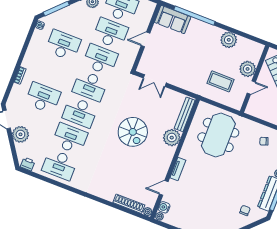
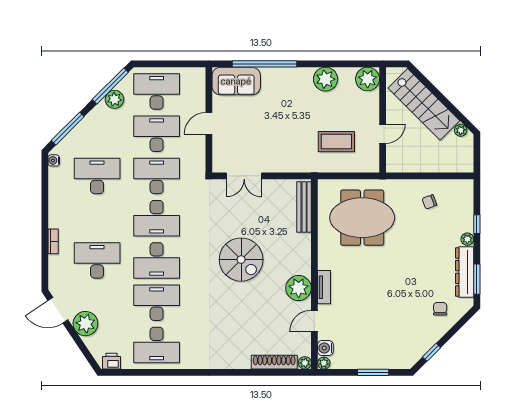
plant: (248, 69) -> (368, 79), moved
meeting table: (218, 135) -> (362, 218), turned 90
plant: (172, 138) -> (299, 288), moved

